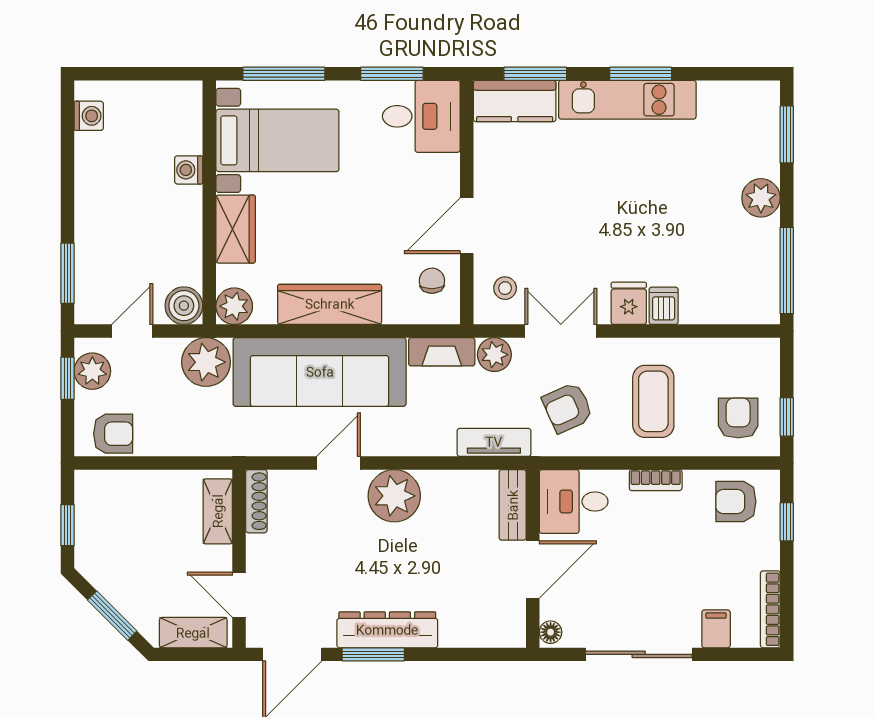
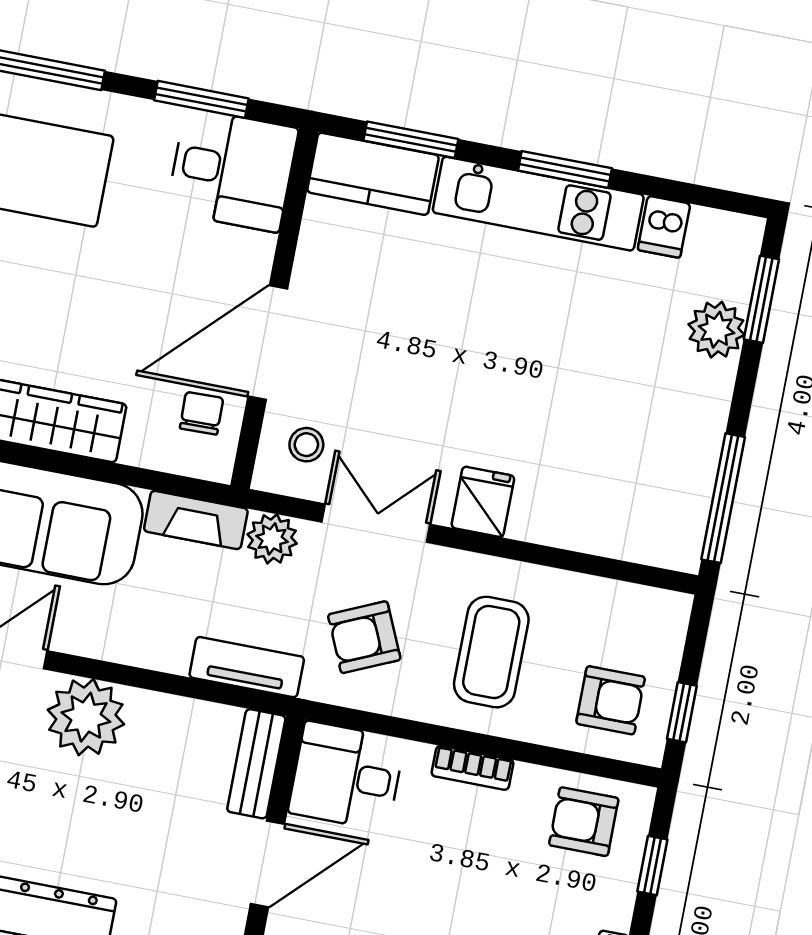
plant: (761, 198) -> (717, 330), moved
door: (467, 226) -> (268, 343), width x1.36
dishwasher: (664, 306) -> (664, 227), moved, turned 180
armchair: (738, 418) -> (611, 700), turned 90

